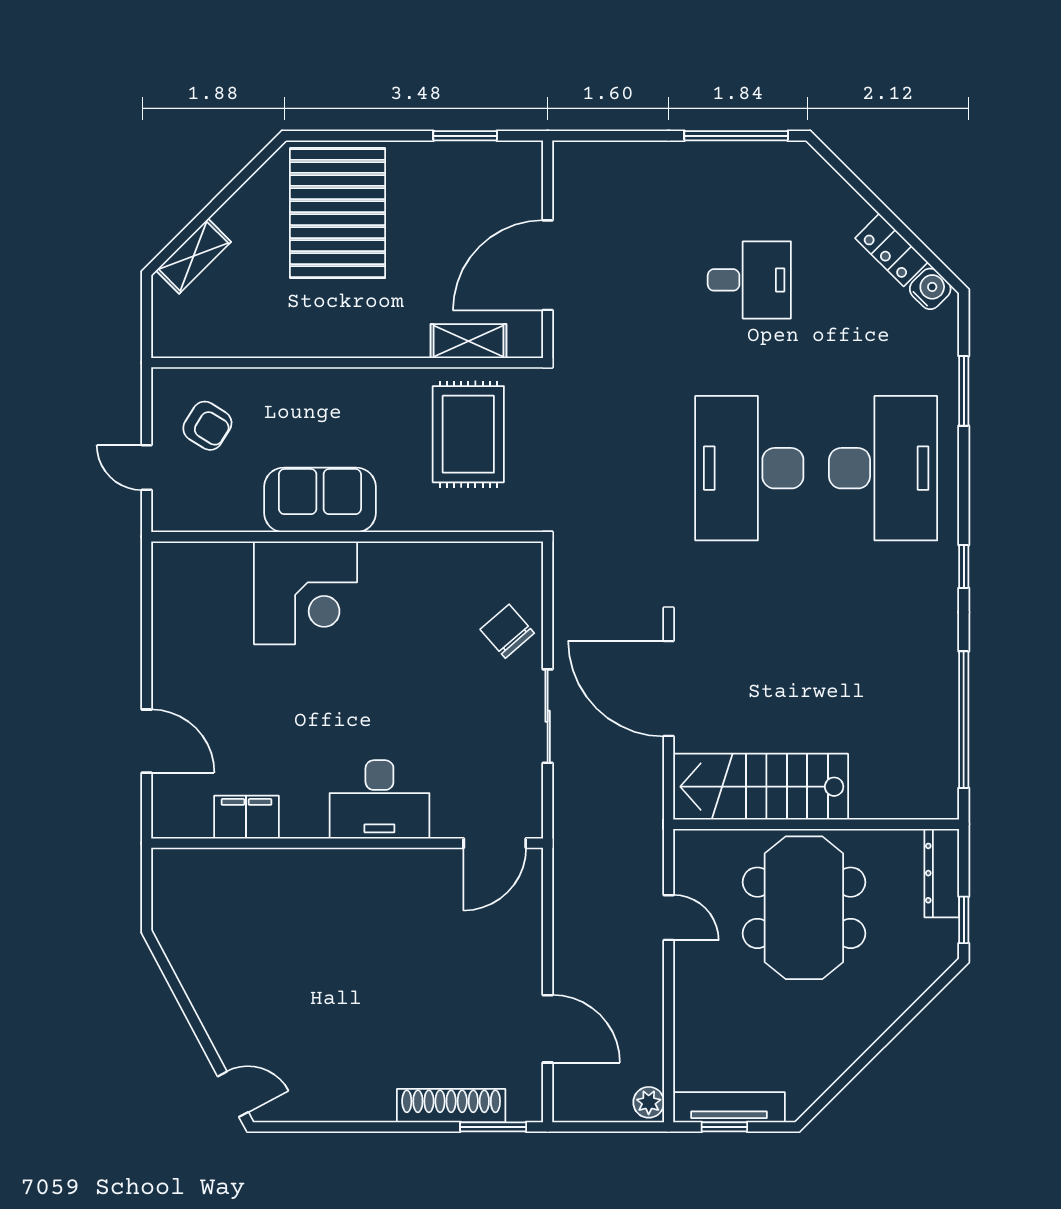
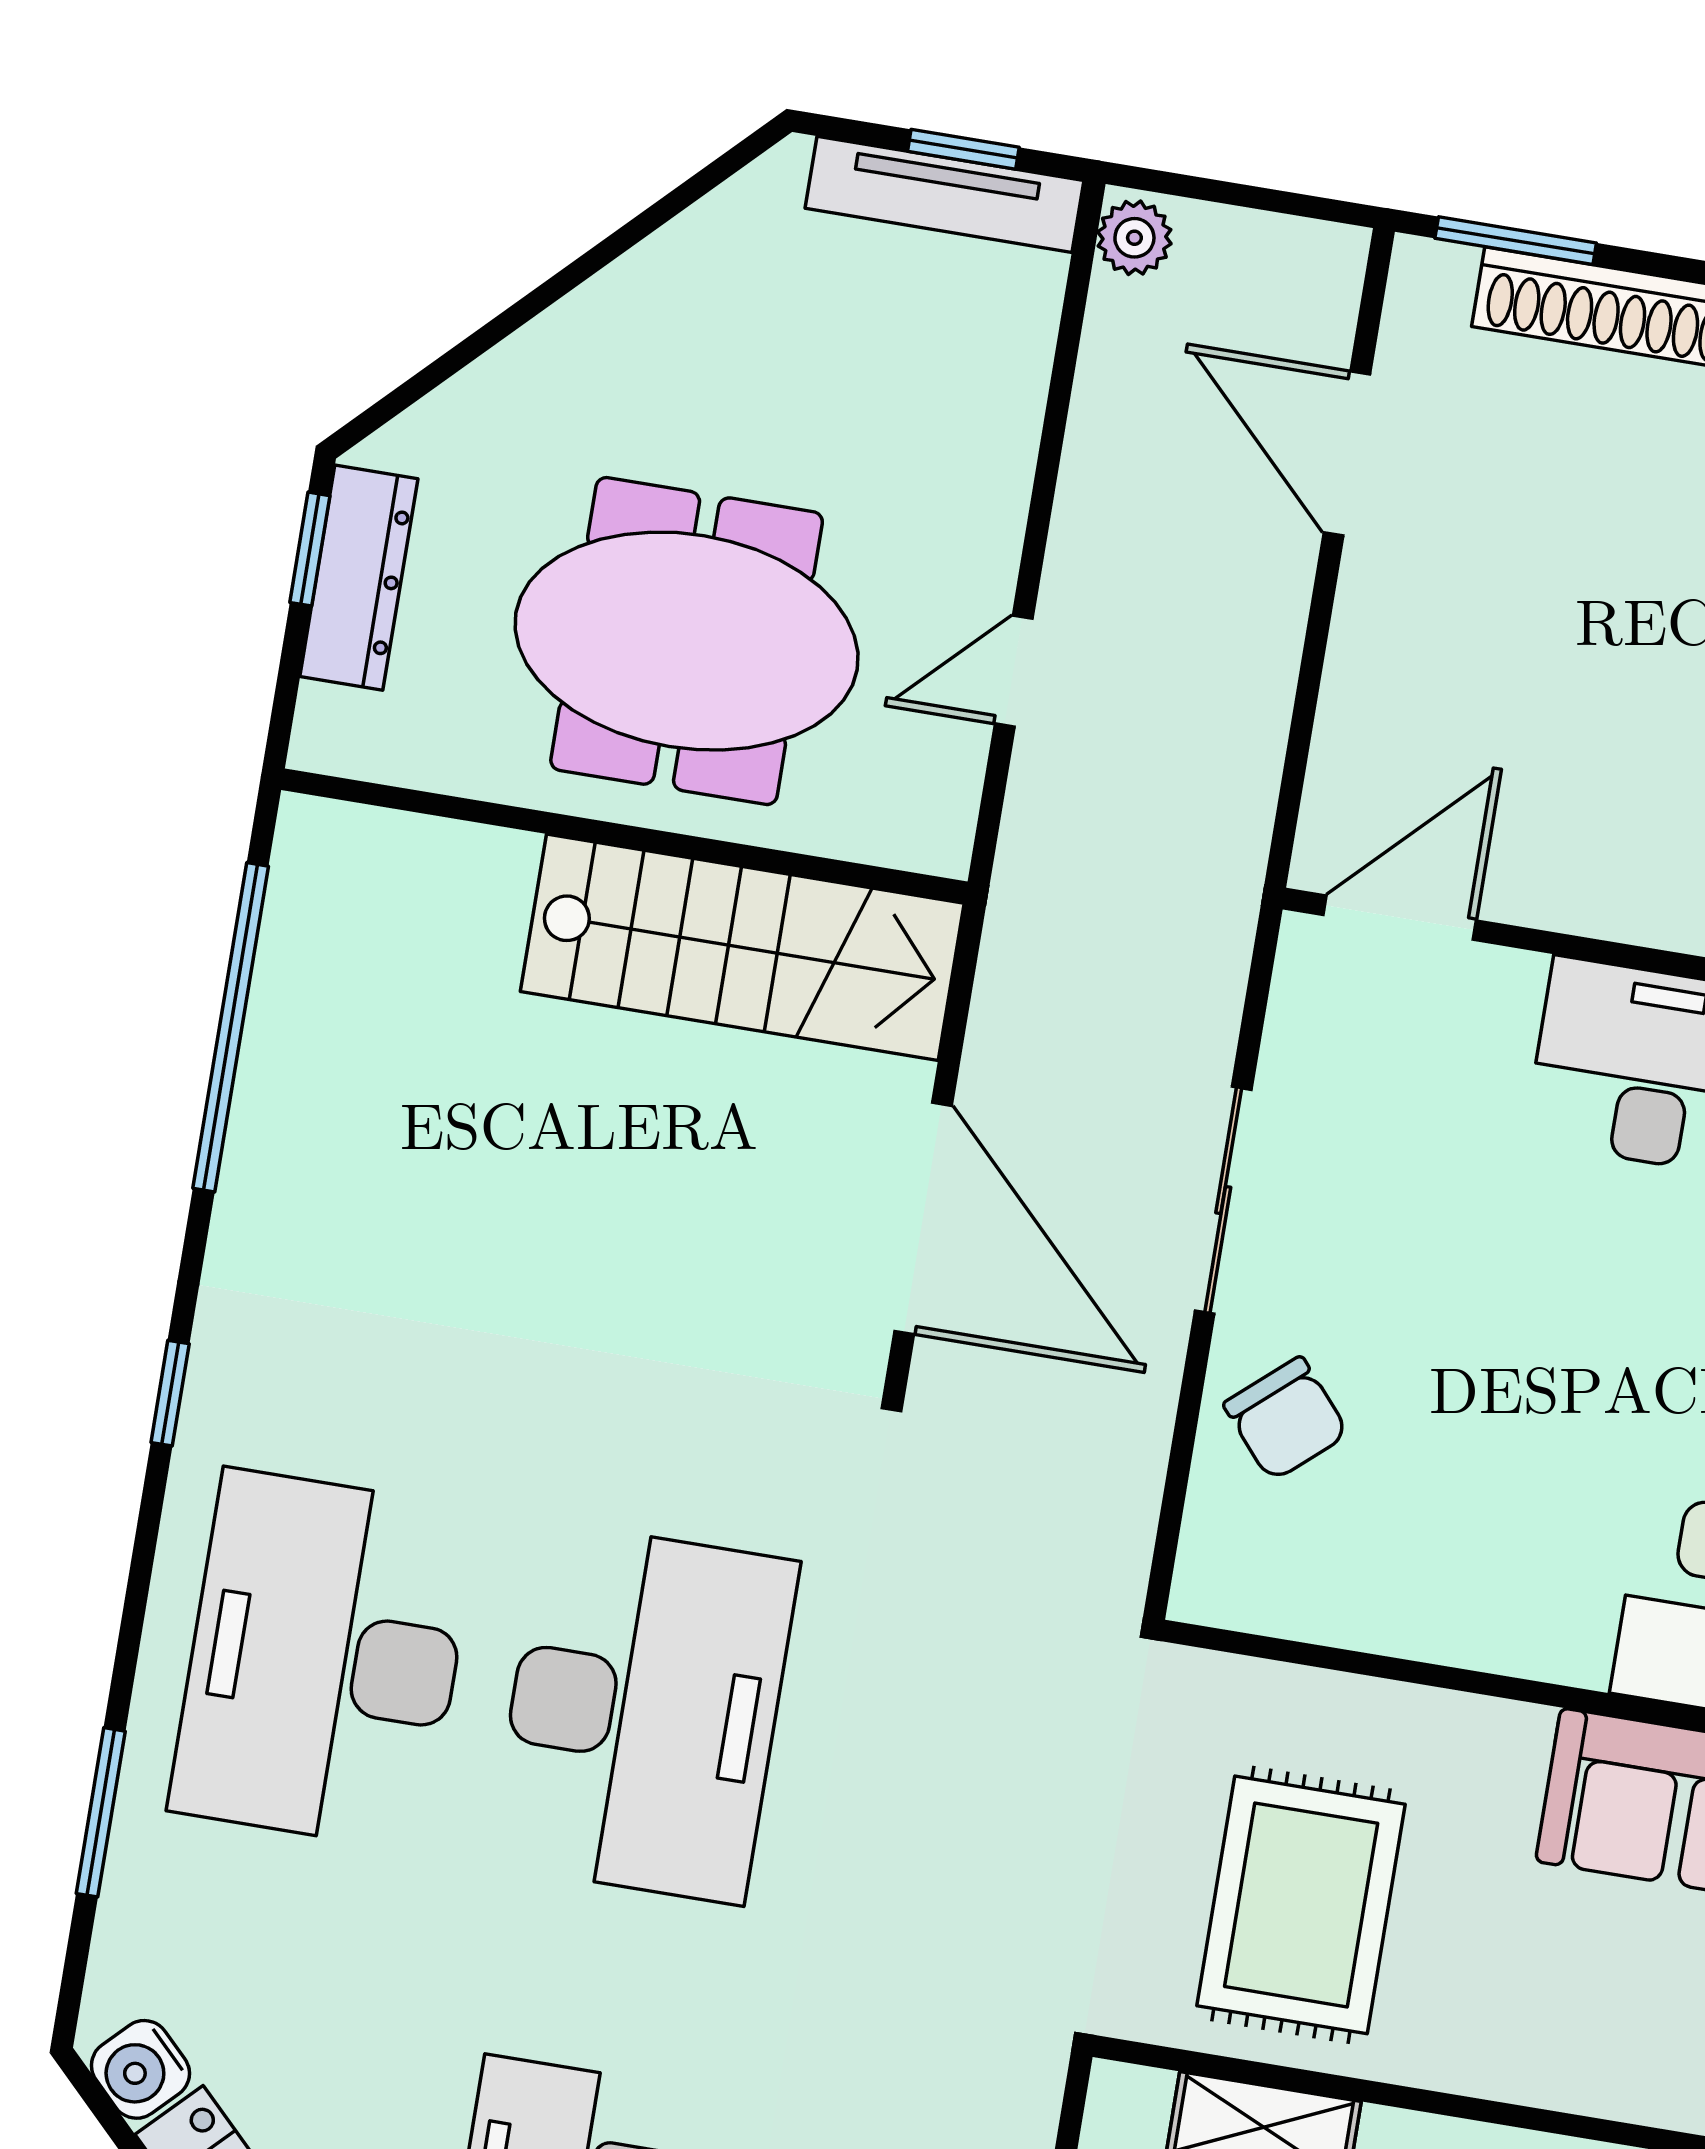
dresser: (942, 873) -> (359, 578), moved
meeting table: (804, 908) -> (687, 641), turned 90
door: (669, 918) -> (1014, 671), hinge flipped

